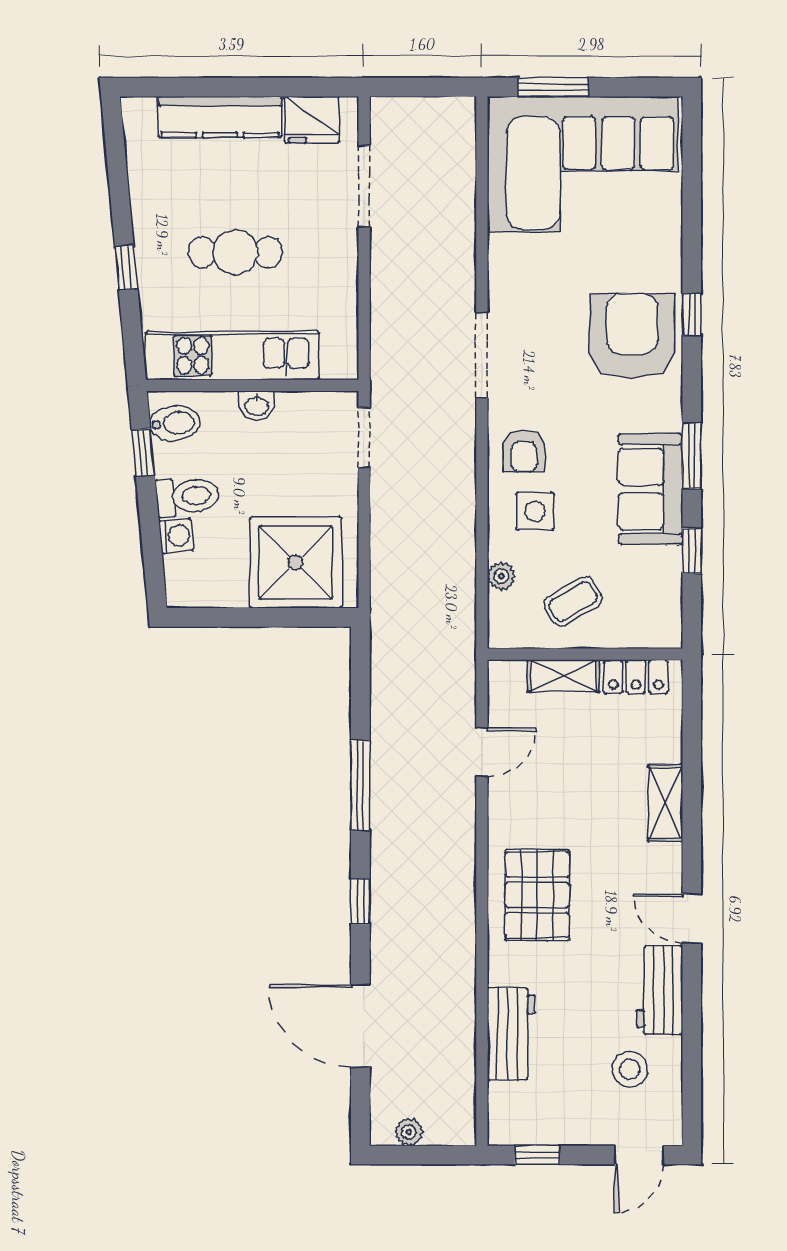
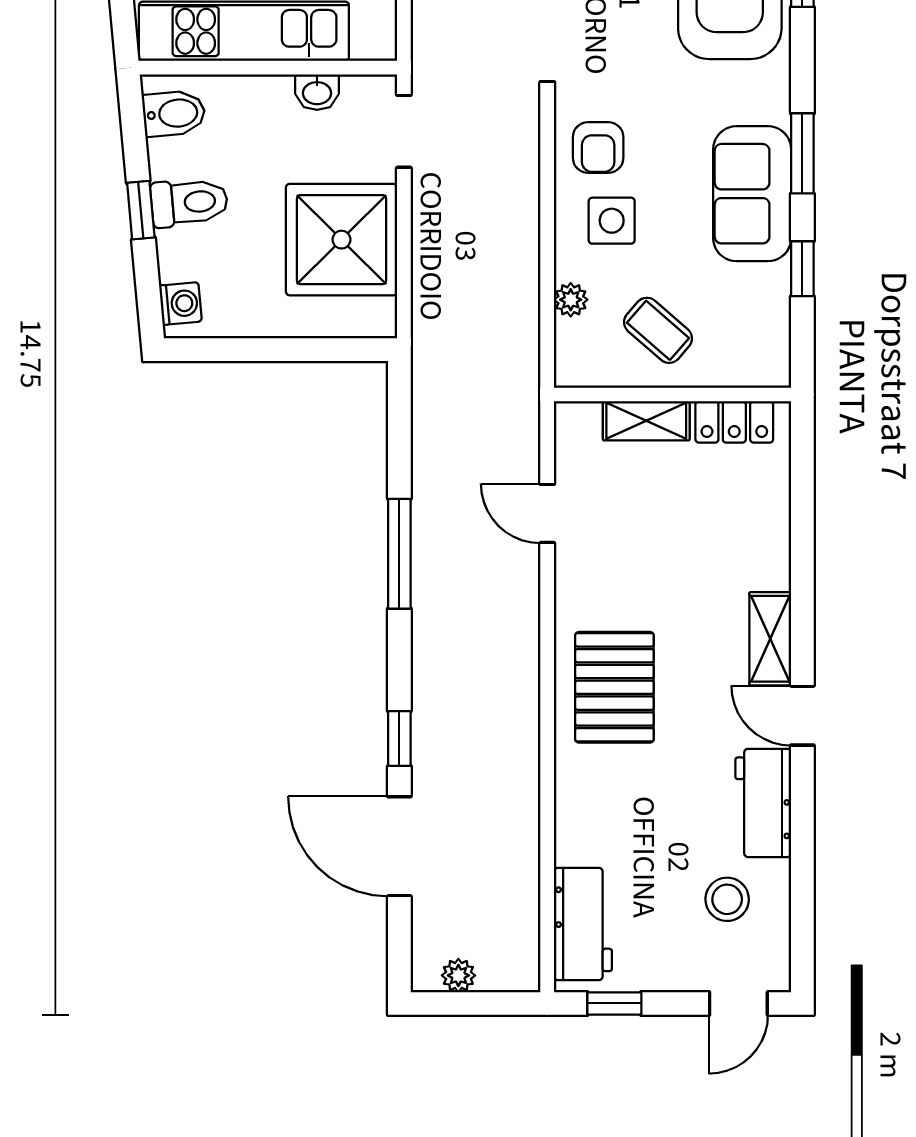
washbasin: (256, 405) -> (317, 92), moved
window: (143, 453) -> (141, 210), moved
washing machine: (176, 536) -> (180, 304), moved
shower: (296, 562) -> (342, 240), moved
coffee table: (573, 601) -> (658, 330), turned 71
door: (482, 752) -> (547, 513), swing flipped
shelving: (665, 803) -> (770, 639), moved
window: (360, 902) -> (399, 739), moved
workbench: (511, 1034) -> (583, 924), moved

